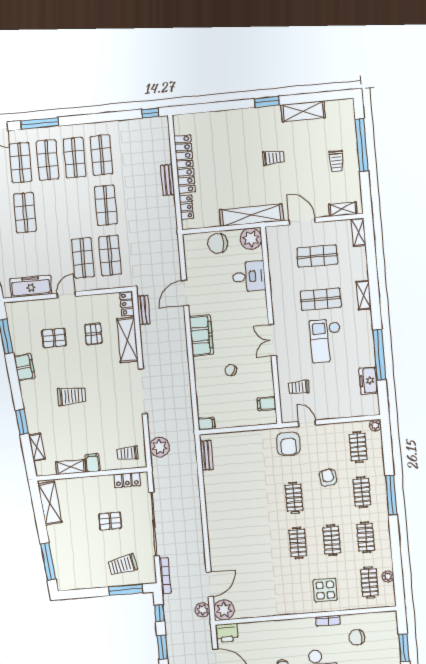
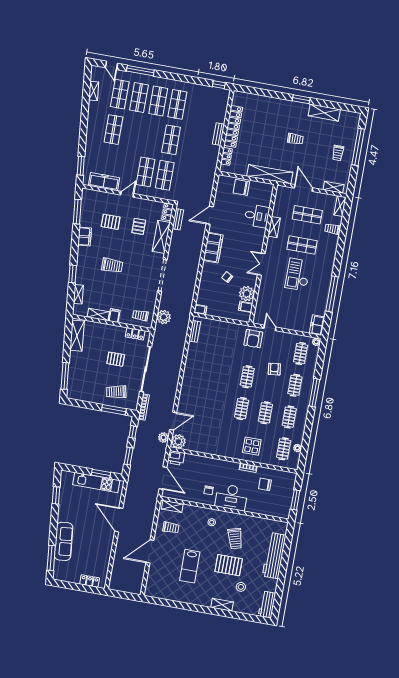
plant: (251, 239) -> (247, 294), moved
shelving: (364, 295) -> (274, 227), moved
freezer: (369, 381) -> (317, 325), moved
trolley: (299, 387) -> (332, 229), moved

